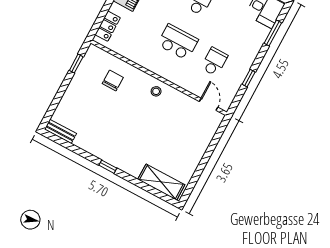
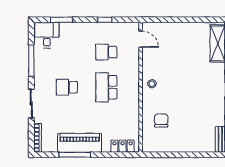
window: (76, 64) -> (163, 155), removed
chair: (113, 80) -> (161, 121), turned 90
door: (209, 104) -> (141, 39), swing flipped

